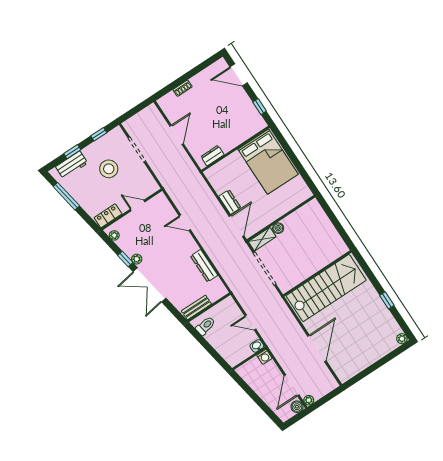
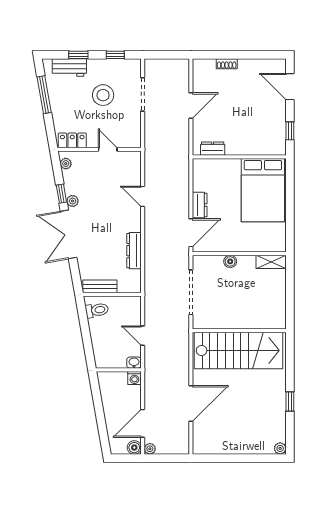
shelving: (262, 239) -> (271, 262), moved

